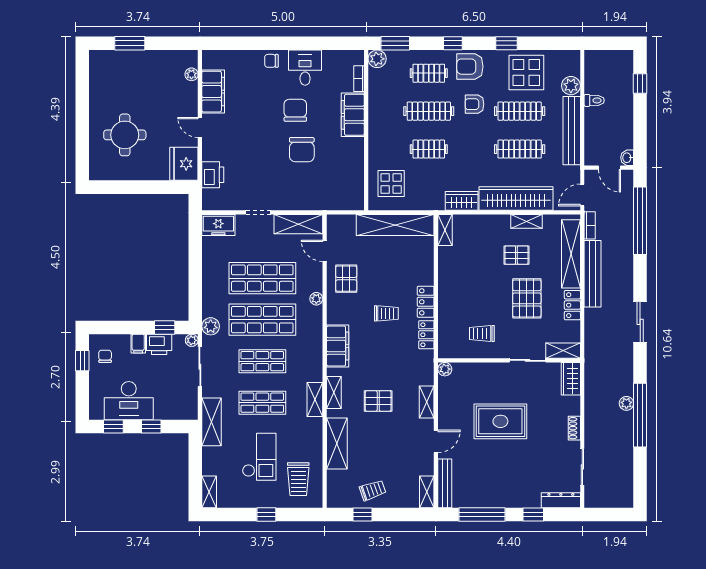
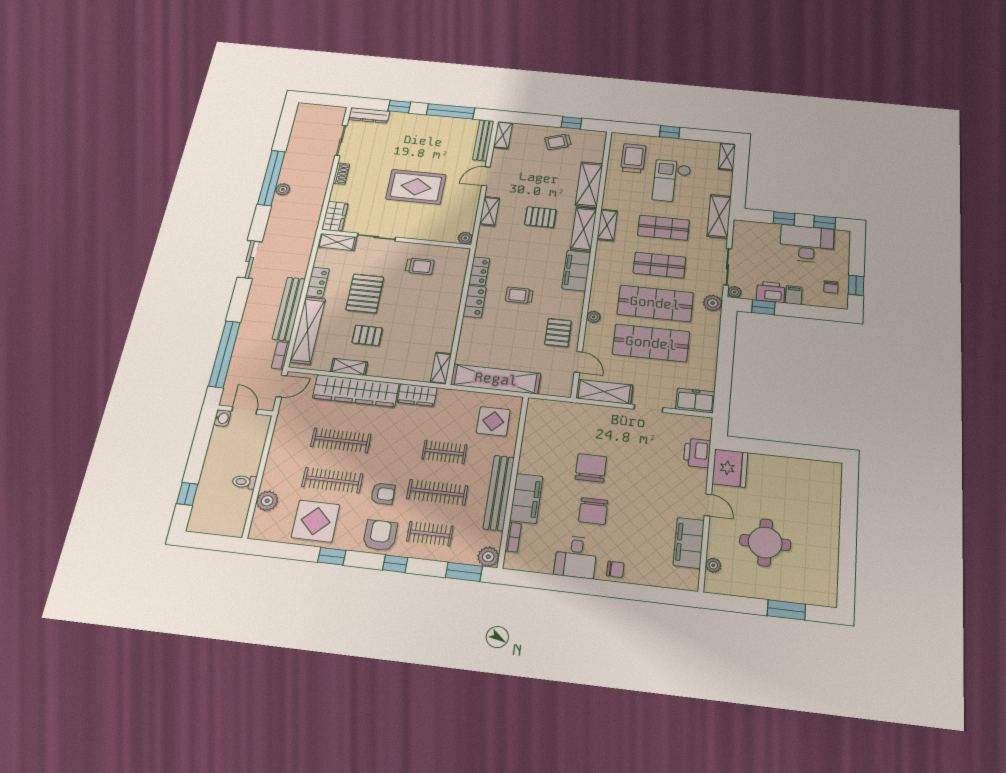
armchair: (470, 67) -> (380, 535), turned -90
bench: (572, 131) -> (499, 493), moved
round table: (125, 135) -> (765, 543), moved
shelving: (334, 393) -> (584, 229), width x1.50, depth x1.33

